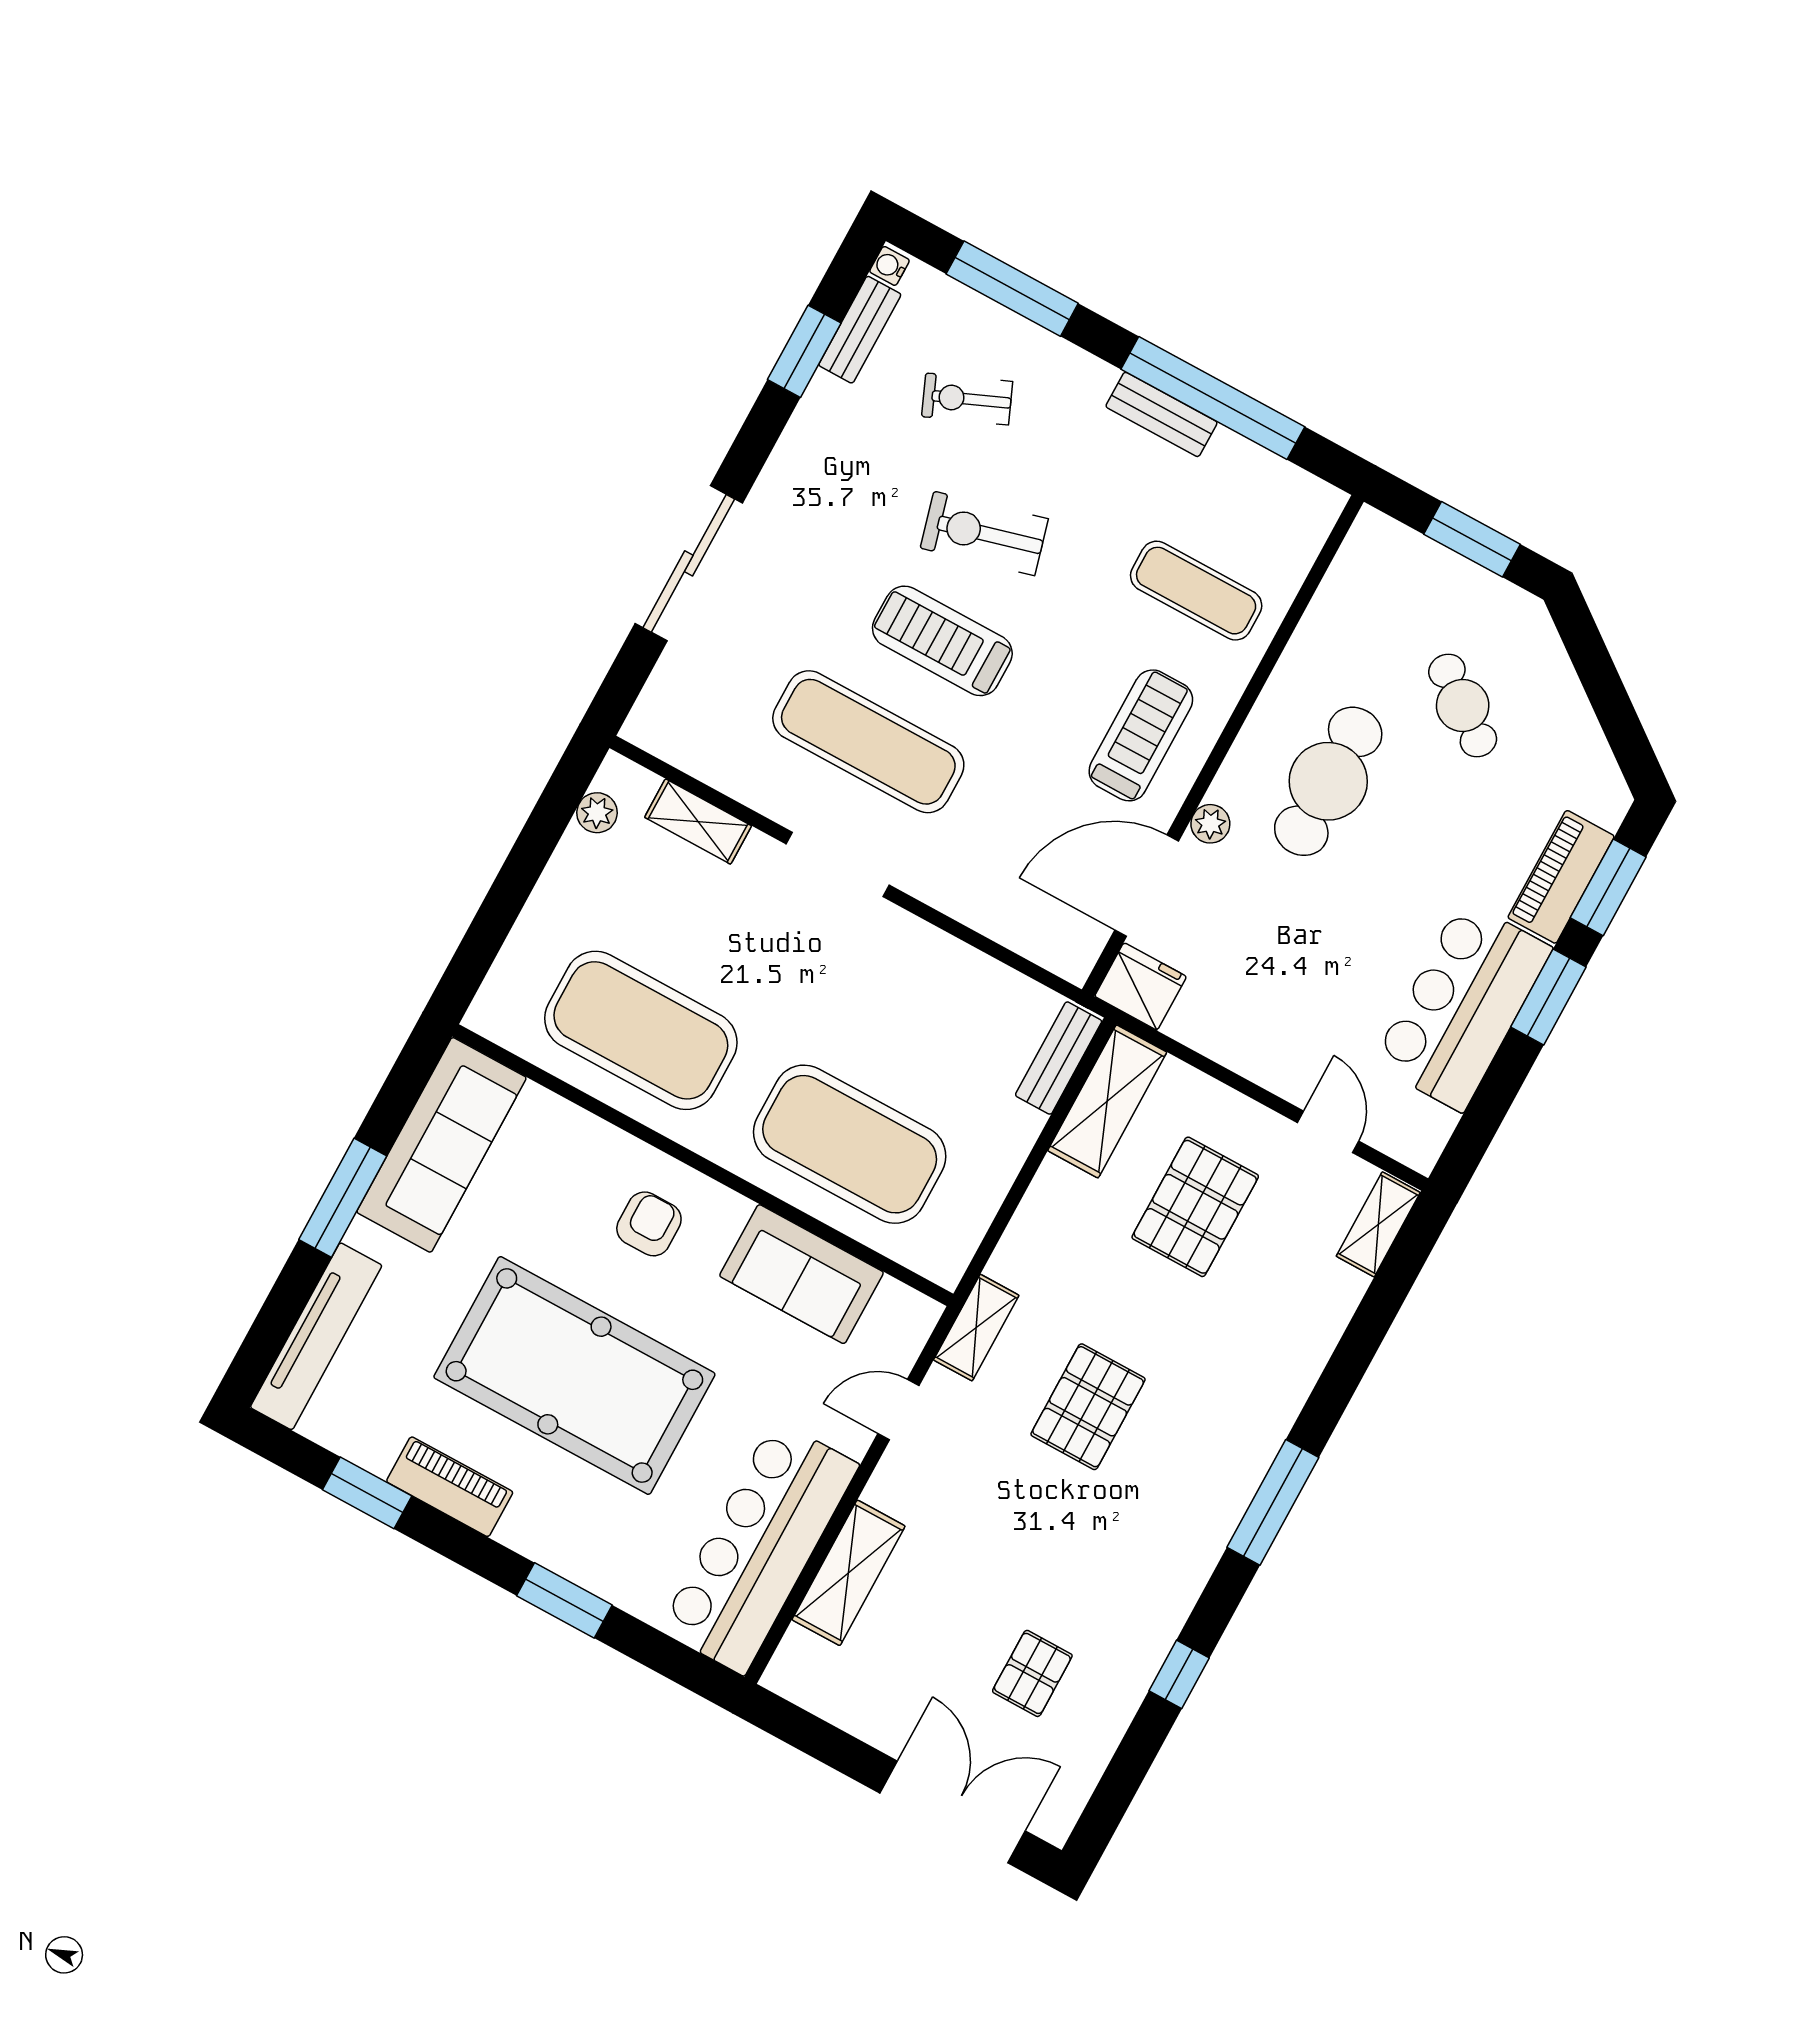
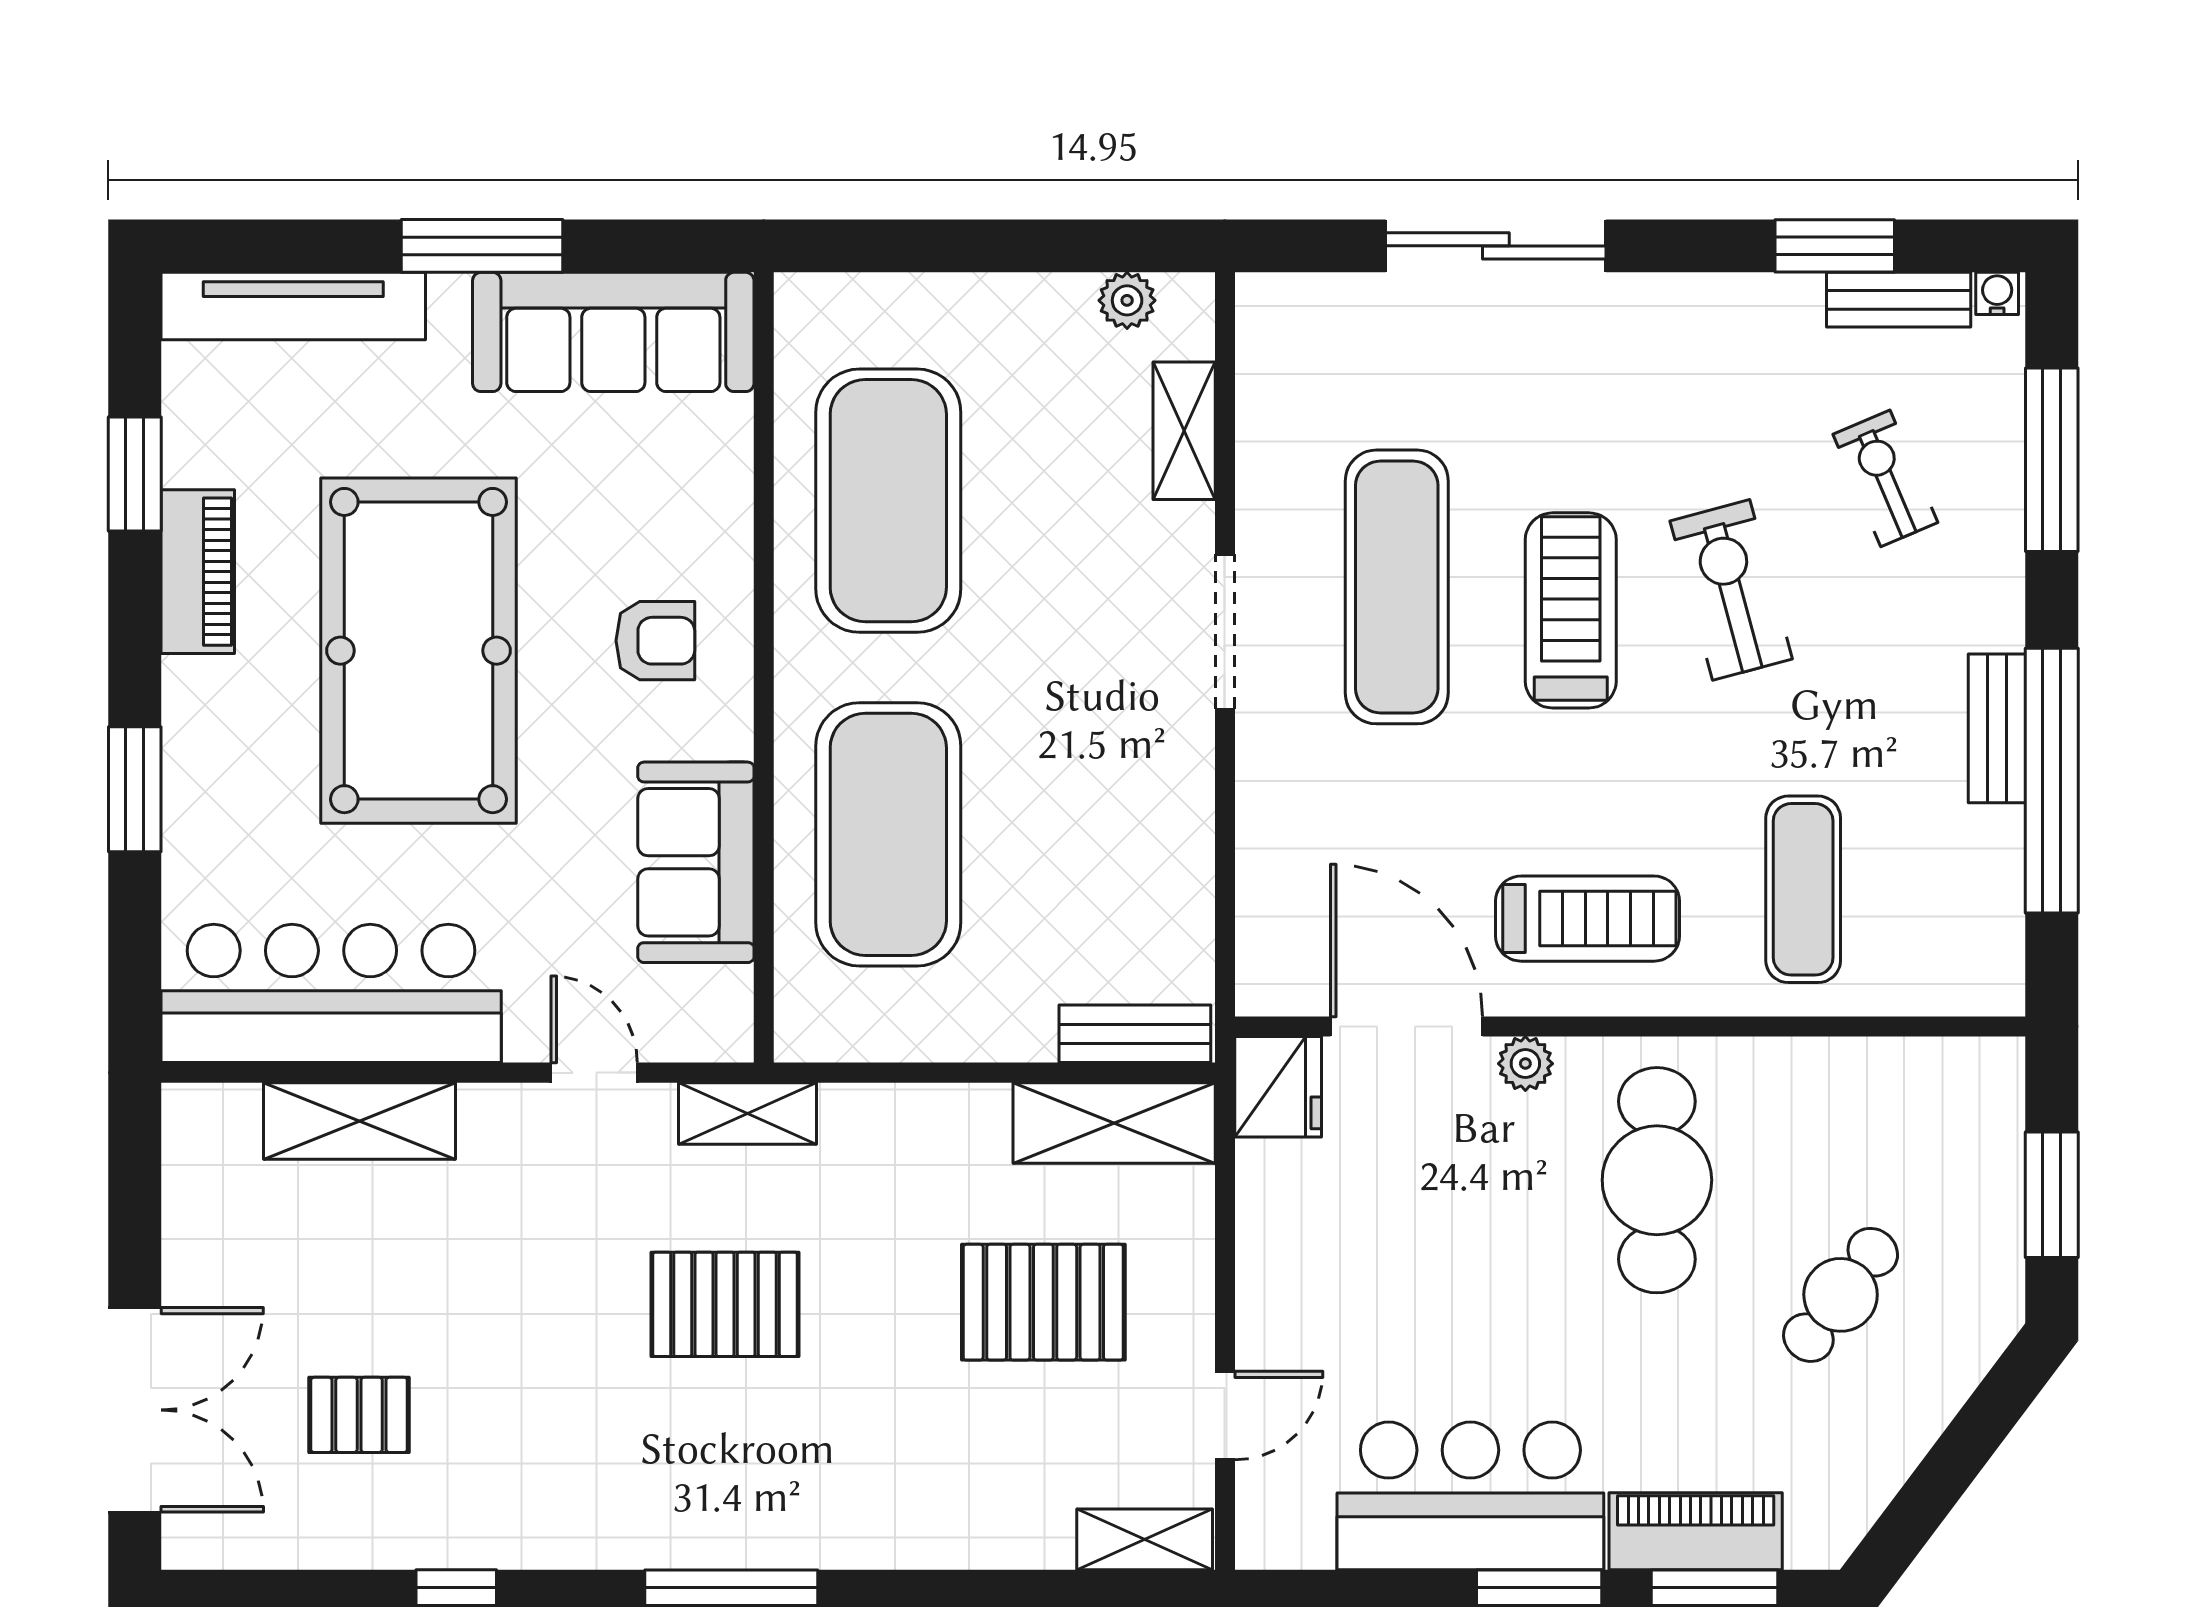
cafe table: (1328, 781) -> (1657, 1180), turned 90

